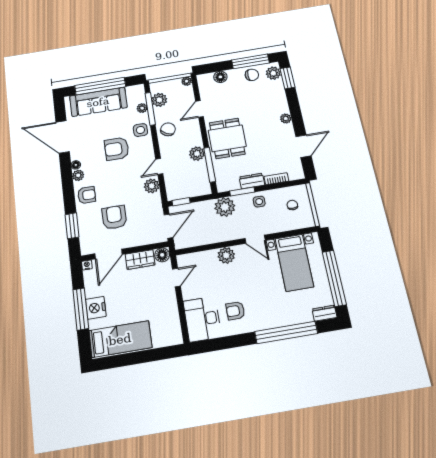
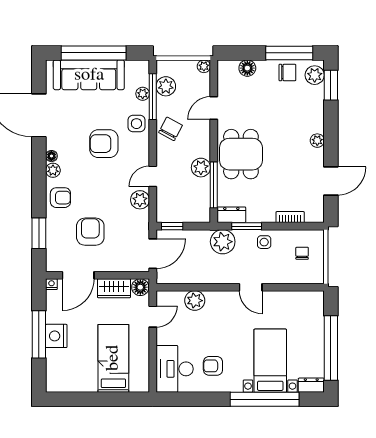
dresser: (252, 181) -> (231, 215), moved
plant: (226, 255) -> (195, 301), moved
bed with nightstands: (294, 263) -> (270, 361), moved, turned 180
bed: (120, 339) -> (113, 358), moved, turned -90

